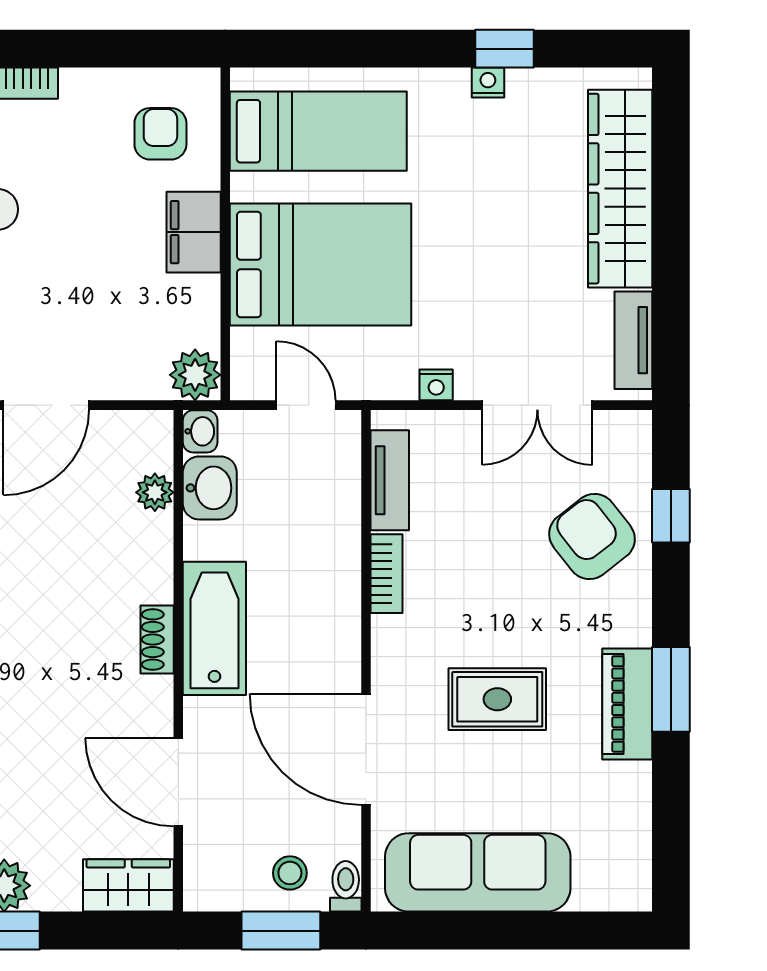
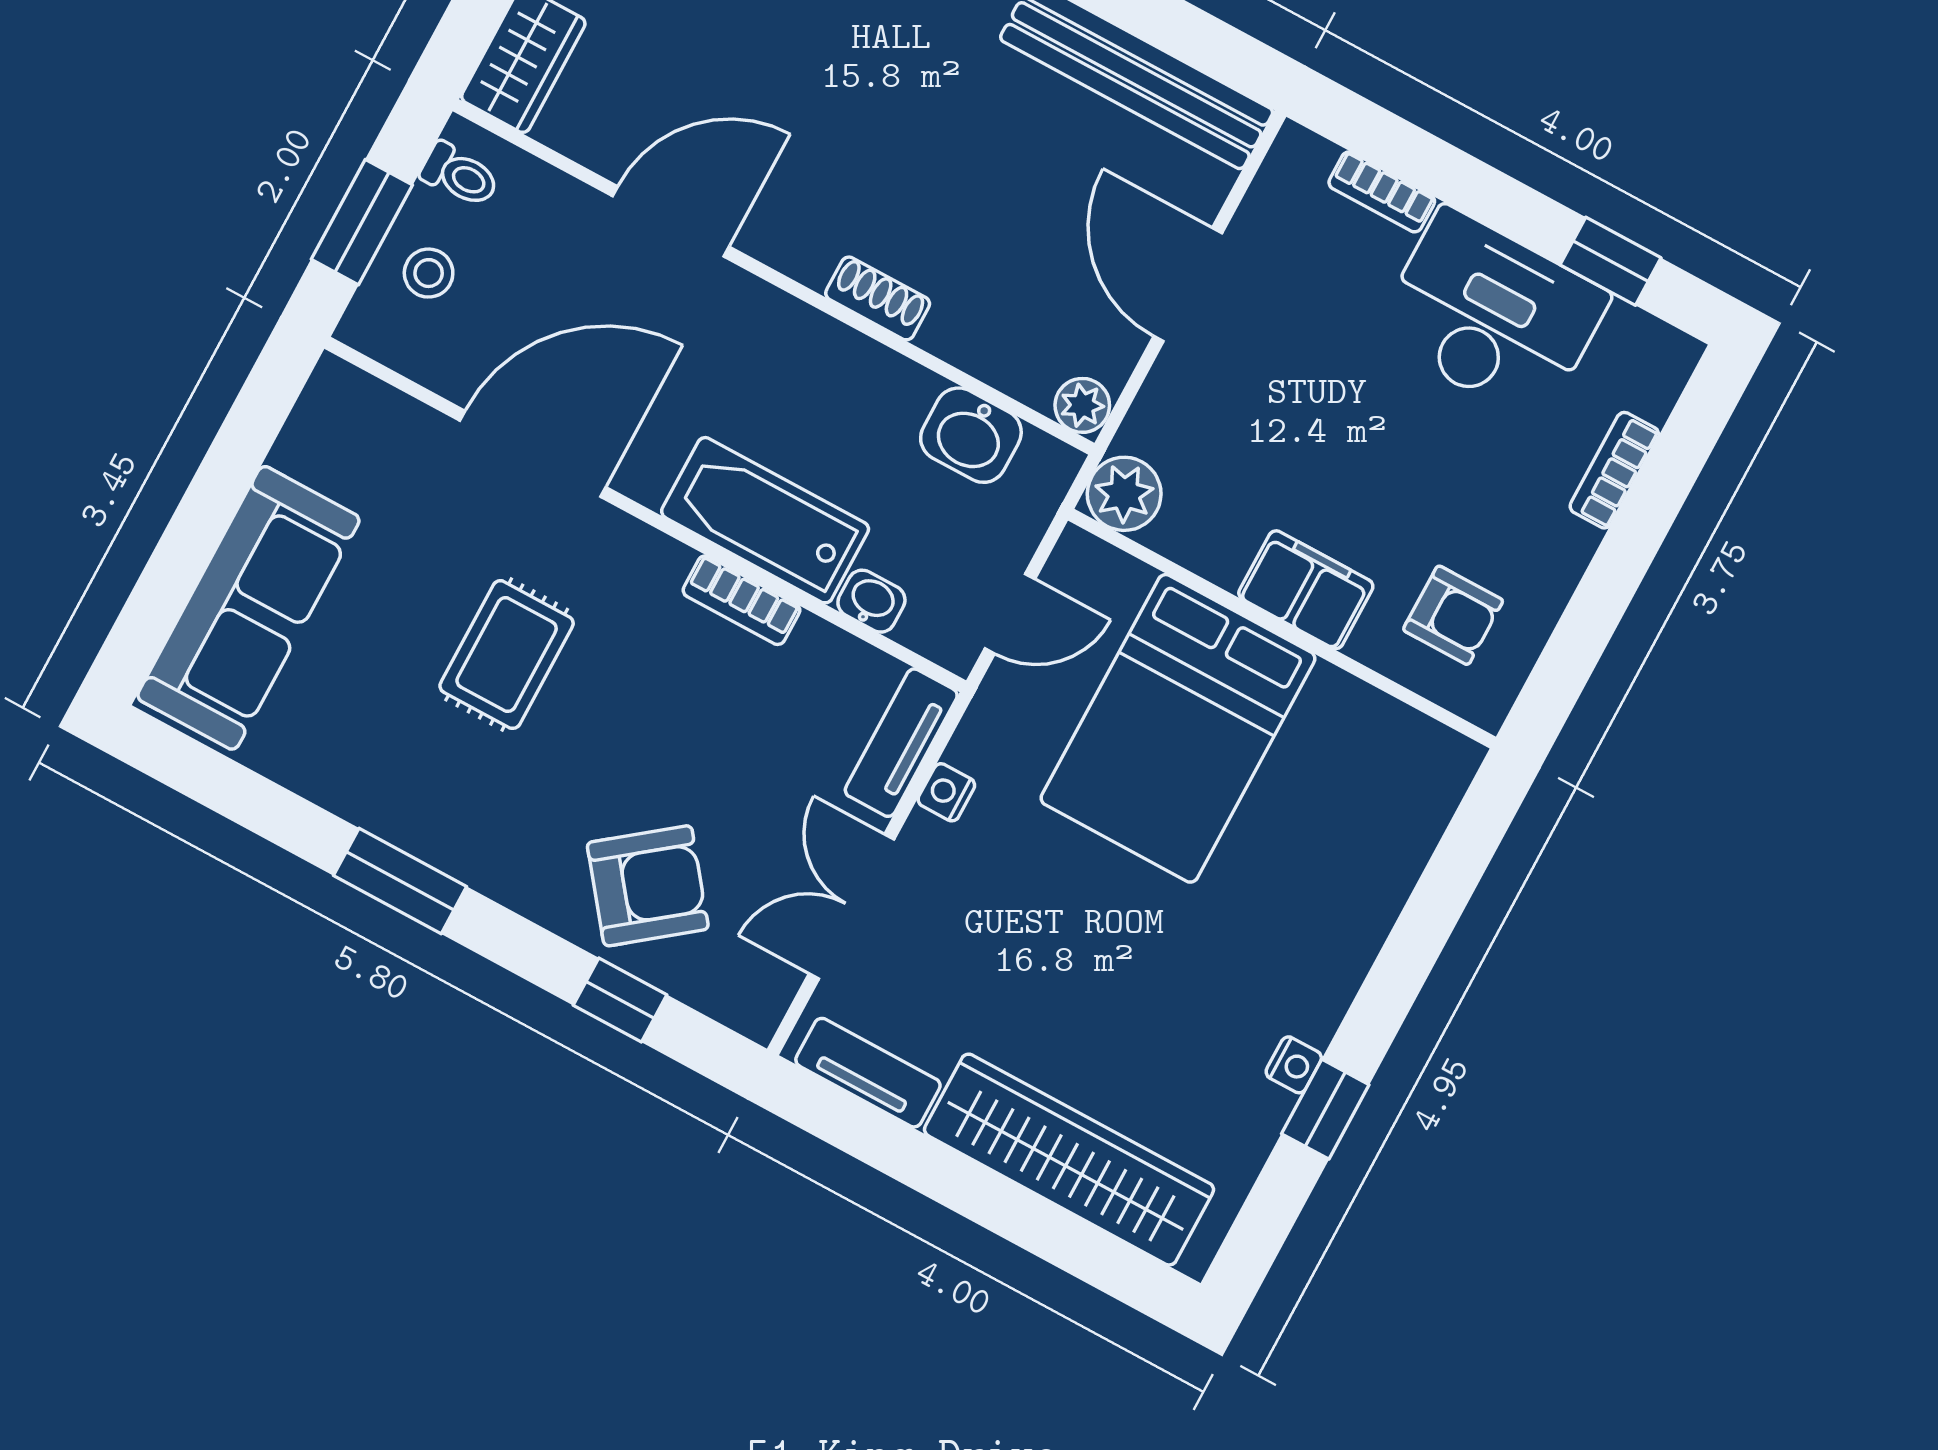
bed: (318, 131) -> (1348, 817), removed
washbasin: (200, 431) -> (871, 601), moved, turned 180
tv unit: (390, 480) -> (901, 743), moved, turned 90
plant: (155, 492) -> (1082, 405), moved
bathtub: (214, 628) -> (765, 520), moved, turned 180
shoe rack: (157, 640) -> (878, 298), moved
piano: (627, 704) -> (412, 816), removed
door: (178, 782) -> (671, 221), moved
sofa: (478, 872) -> (248, 608), moved
toilet: (346, 886) -> (460, 175), moved

